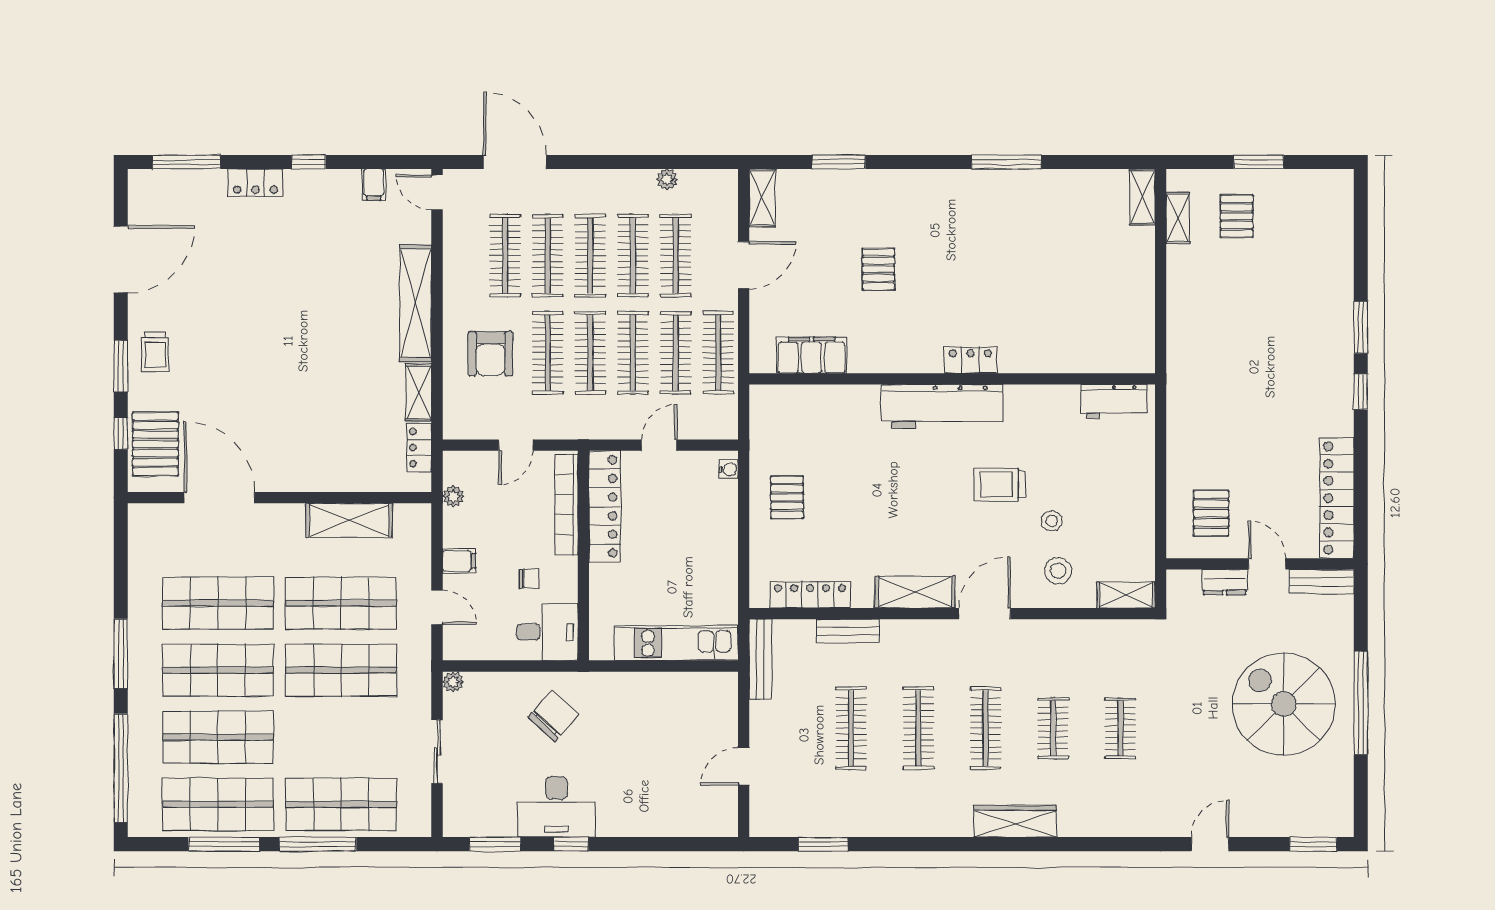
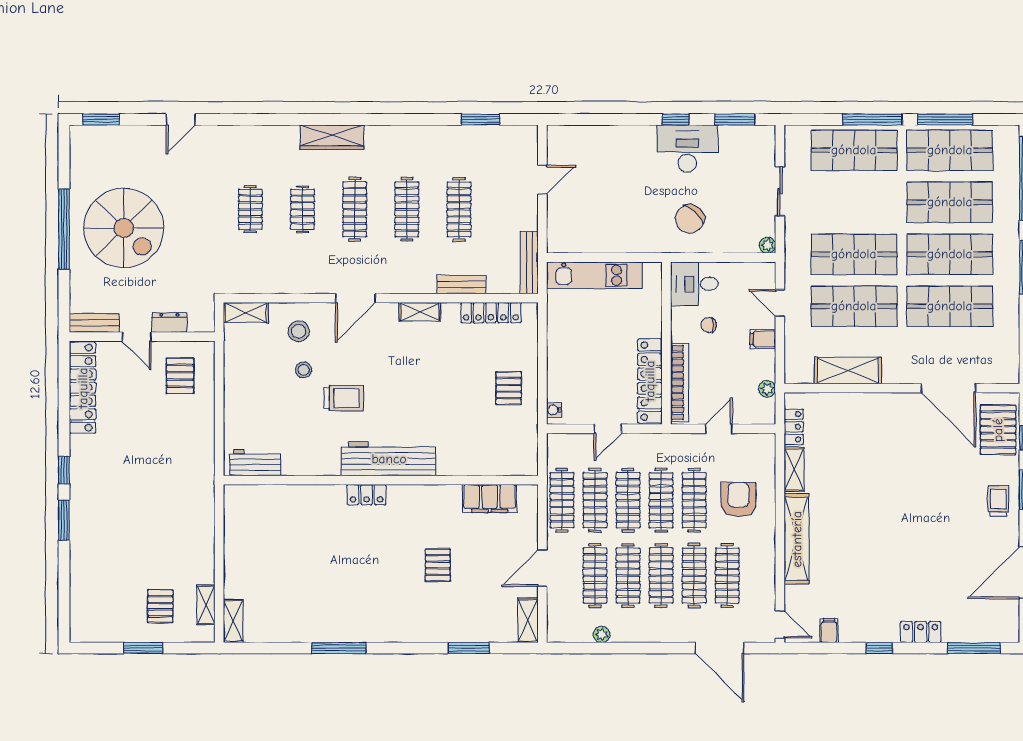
shelving: (915, 592) -> (420, 312), width x0.67, depth x0.75

